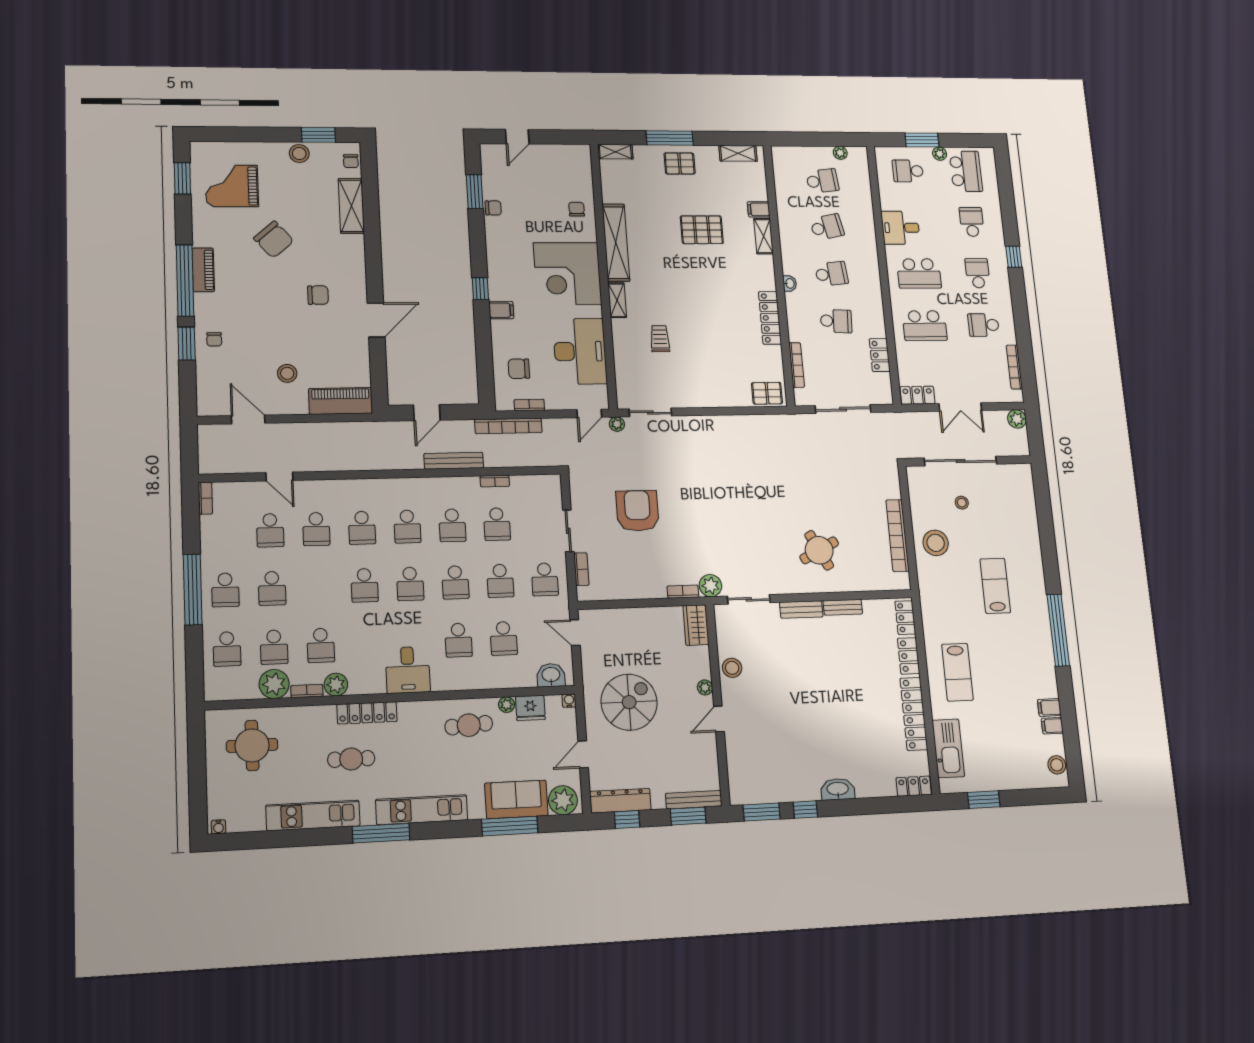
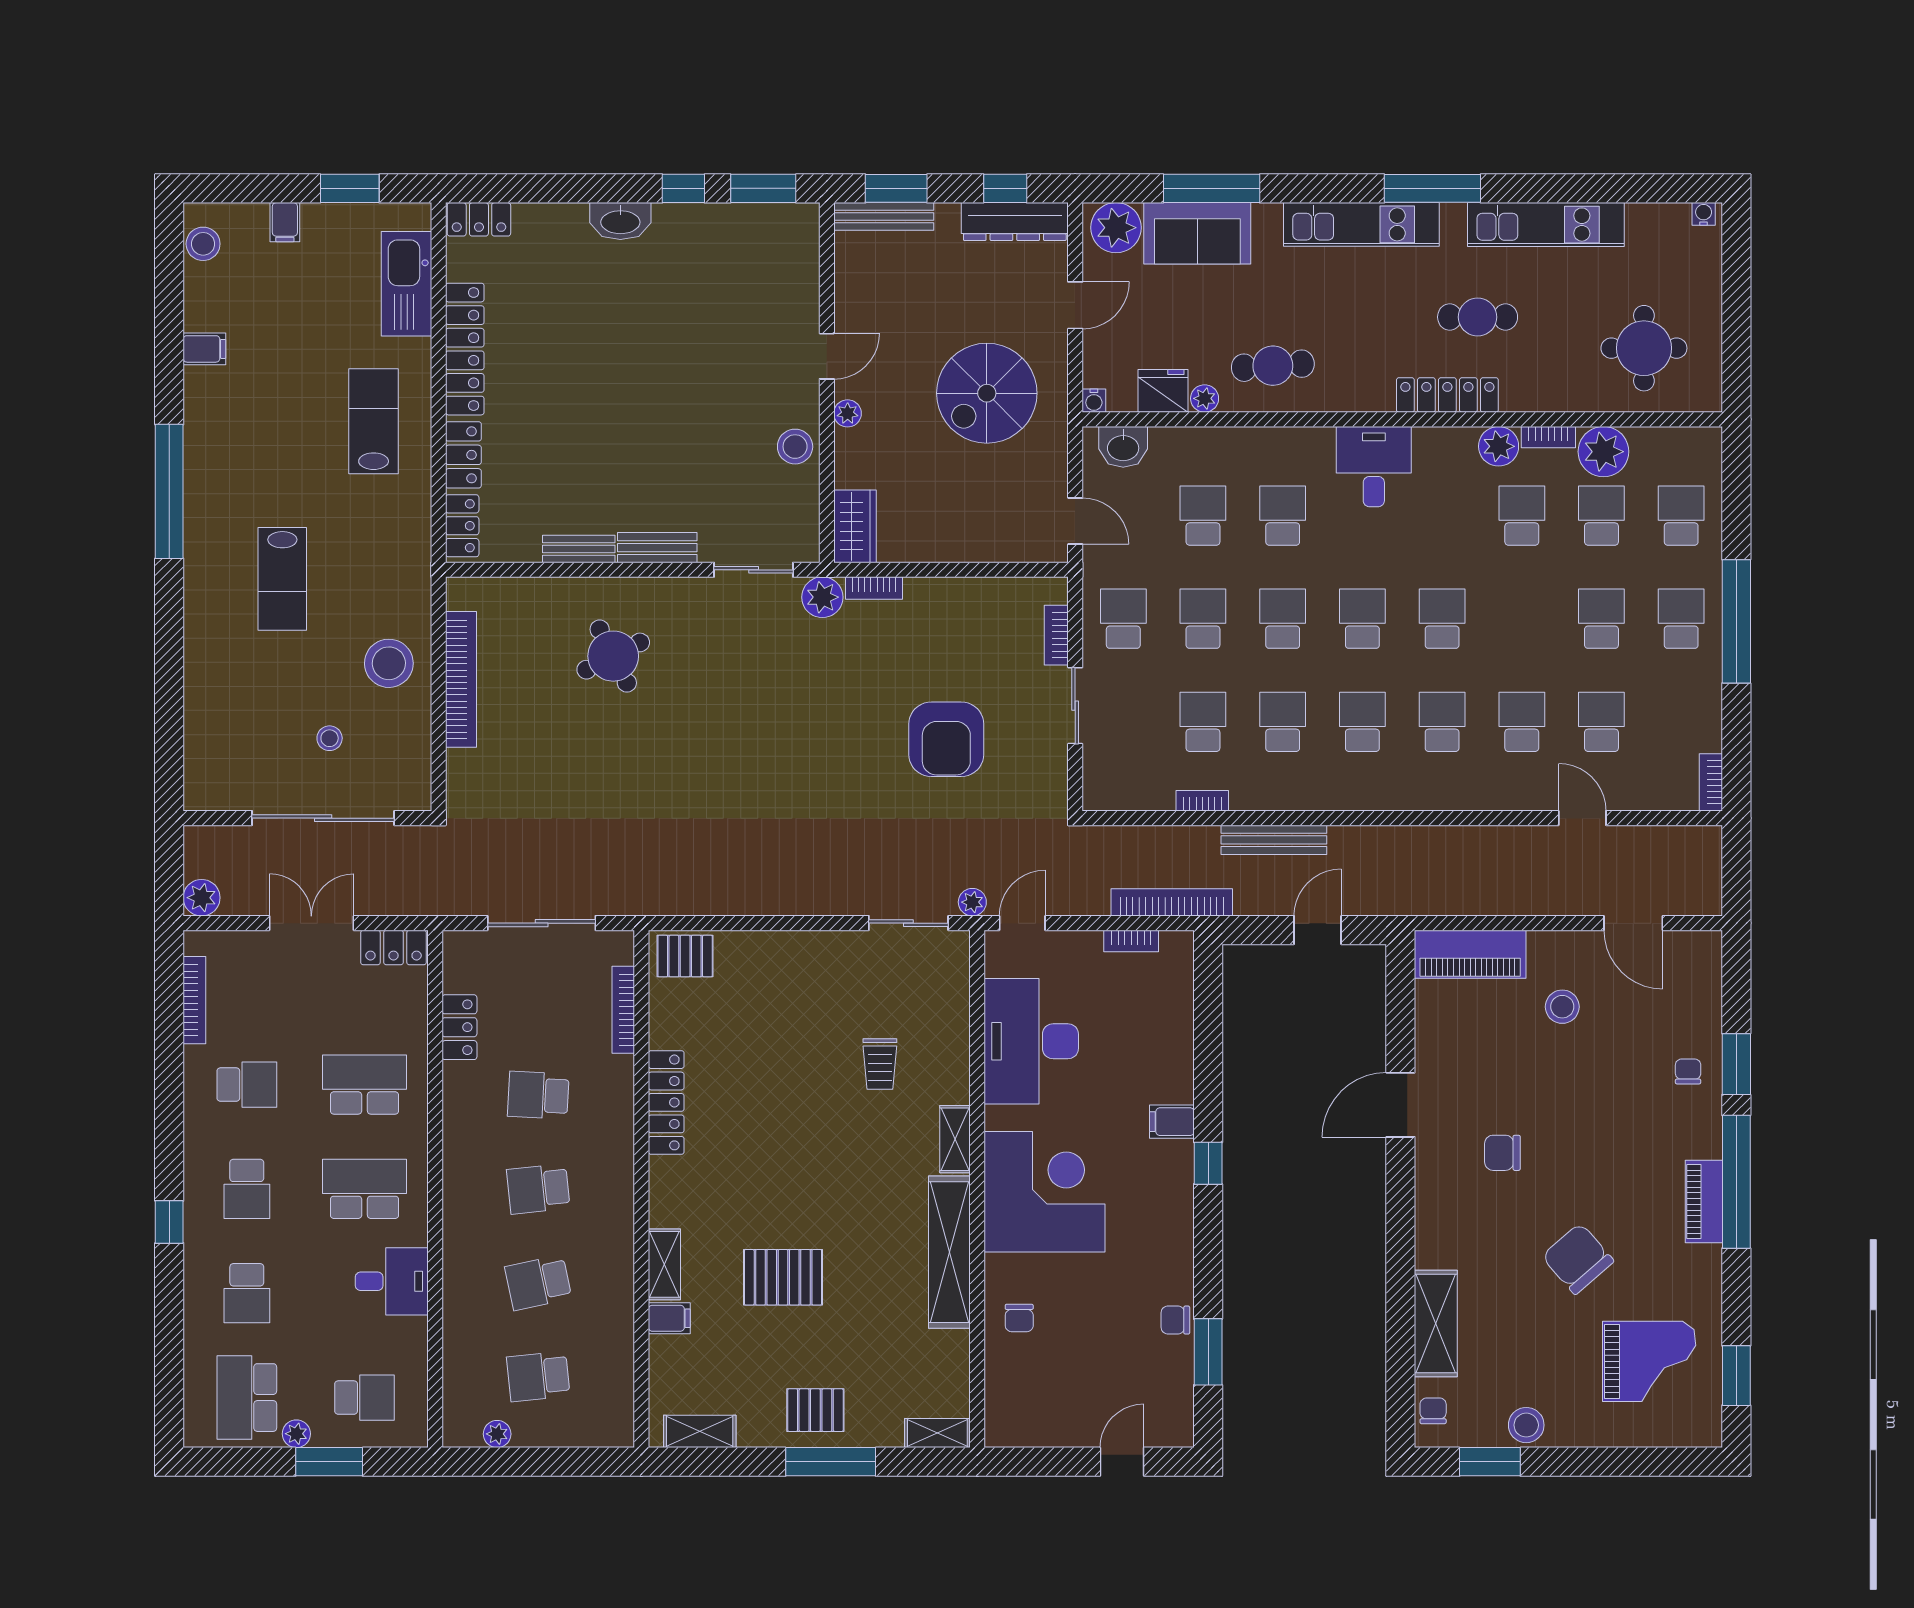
washbasin: (790, 283) -> (622, 1170), removed
chair: (519, 369) -> (1146, 1010), removed
filing cabinet: (1052, 726) -> (285, 222), moved, turned 90

